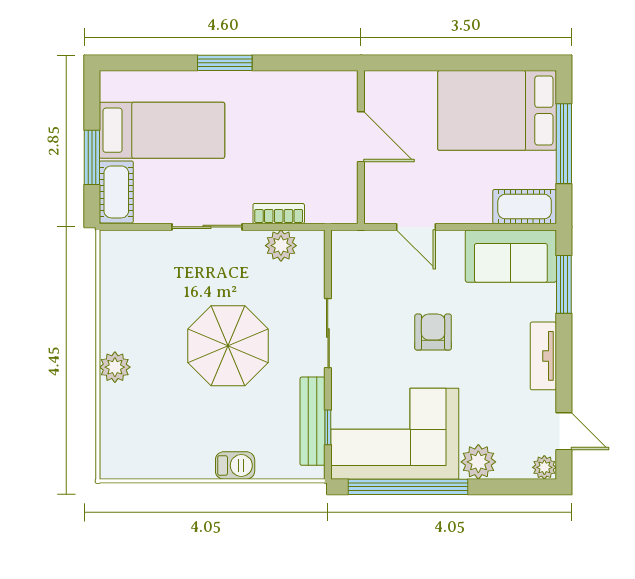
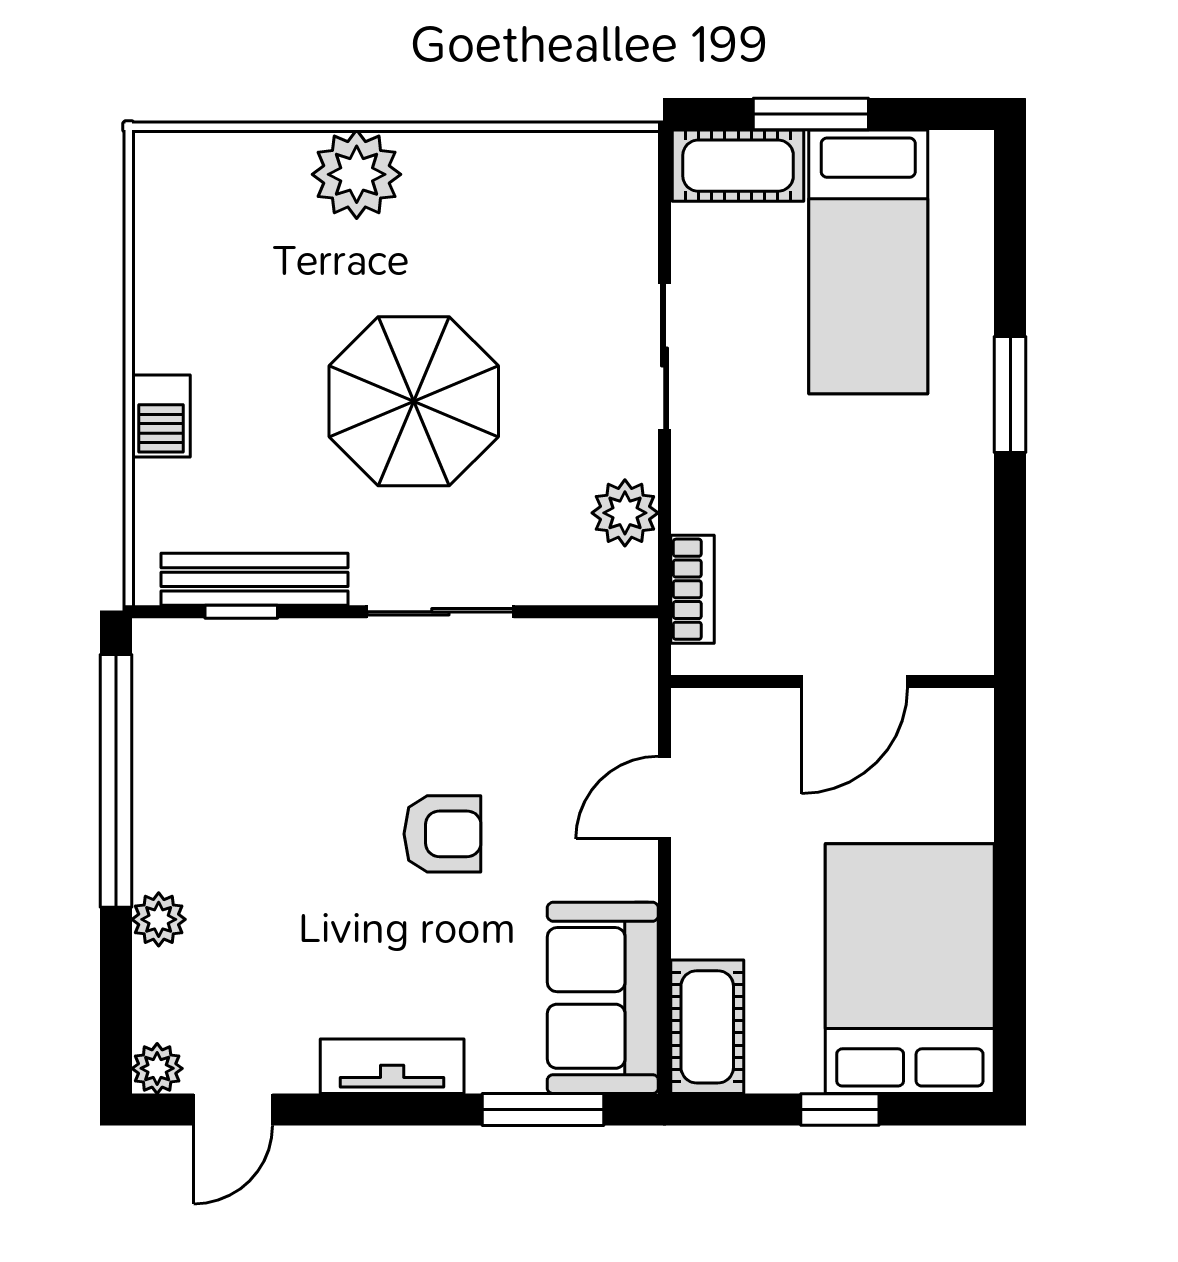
window: (564, 144) -> (840, 1110), width x0.46
bookcase: (279, 214) -> (692, 589), moved
plant: (115, 367) -> (357, 174), width x1.36, depth x1.36
corner sofa: (395, 434) -> (228, 753), removed
plant: (478, 462) -> (159, 919), width x0.73, depth x0.73

